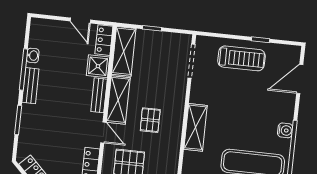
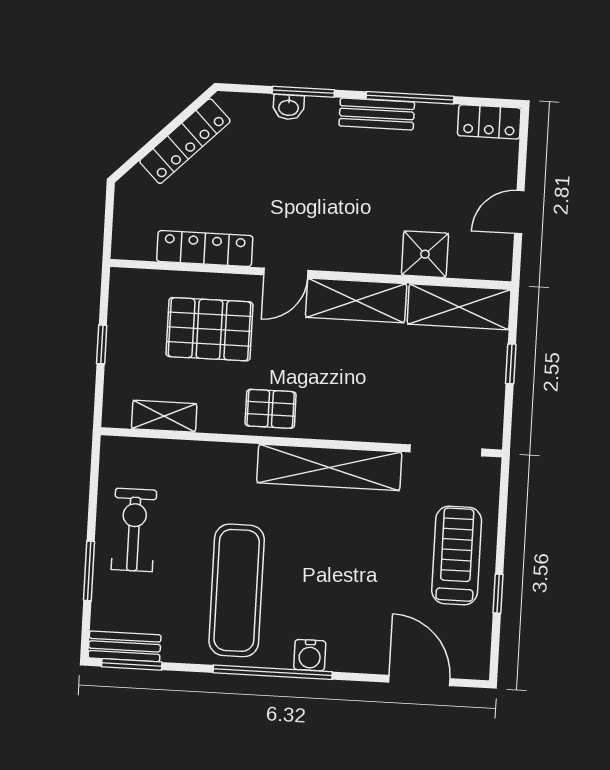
locker: (104, 40) -> (489, 122), moved, turned 180
washbasin: (33, 55) -> (289, 107), moved
treadmill: (241, 58) -> (457, 555), turned 180
bench: (99, 95) -> (364, 259), removed
pallet: (150, 120) -> (271, 409), moved
shelving: (196, 127) -> (329, 467), width x1.47

